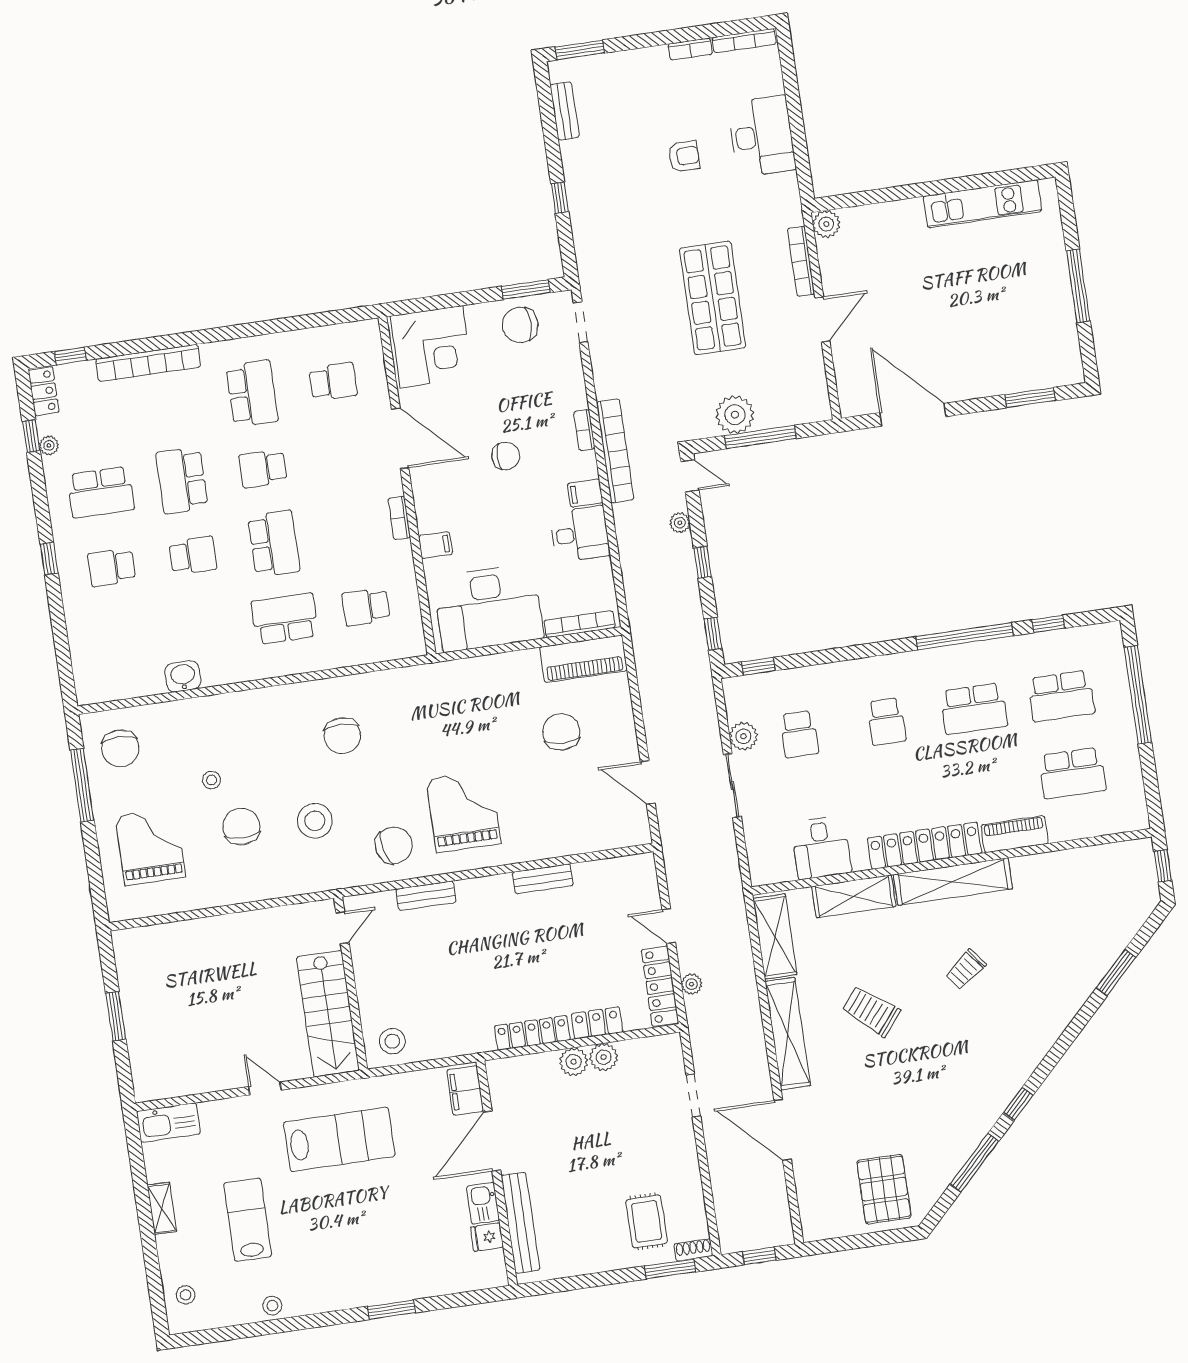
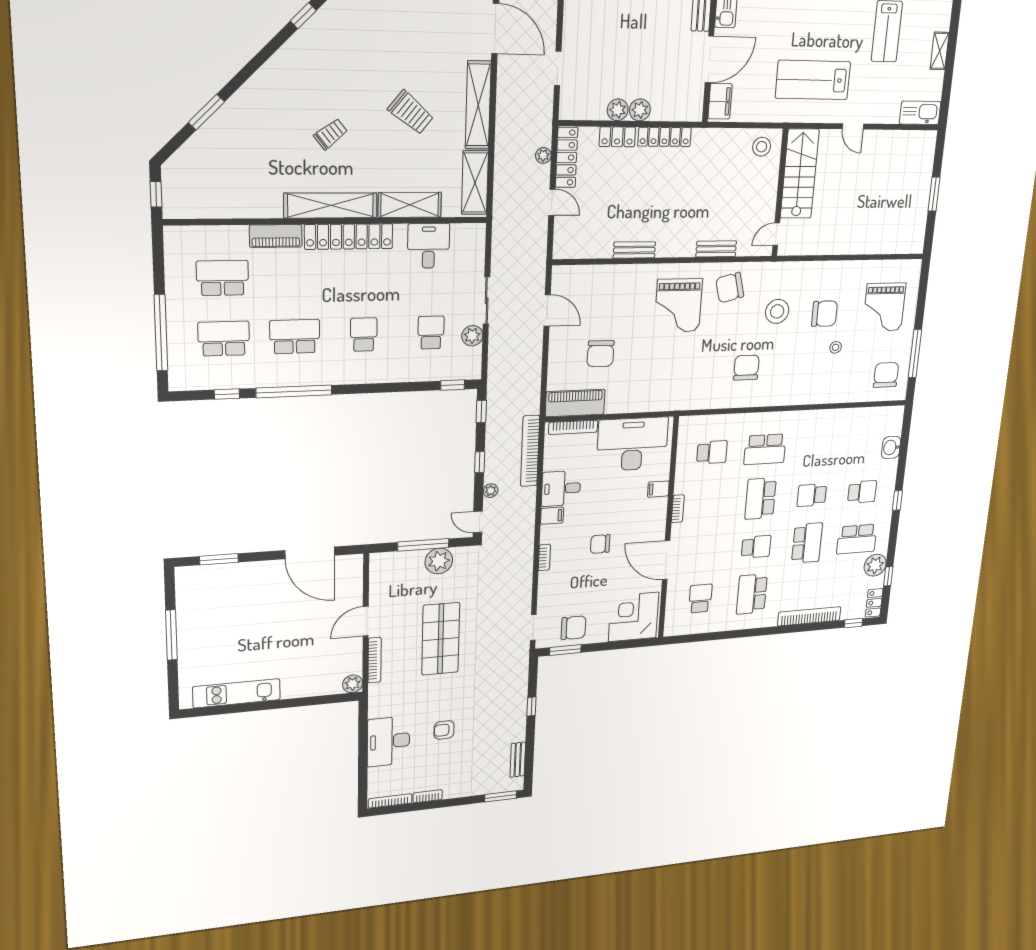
school desk: (333, 382) -> (700, 598), turned 90
plant: (49, 445) -> (875, 565), width x1.87, depth x1.87
bookcase: (615, 451) -> (530, 451), moved
school desk: (101, 492) -> (857, 539), turned 180
washbasin: (183, 676) -> (891, 447), moved, turned 90
chair: (241, 826) -> (824, 314), turned -90

